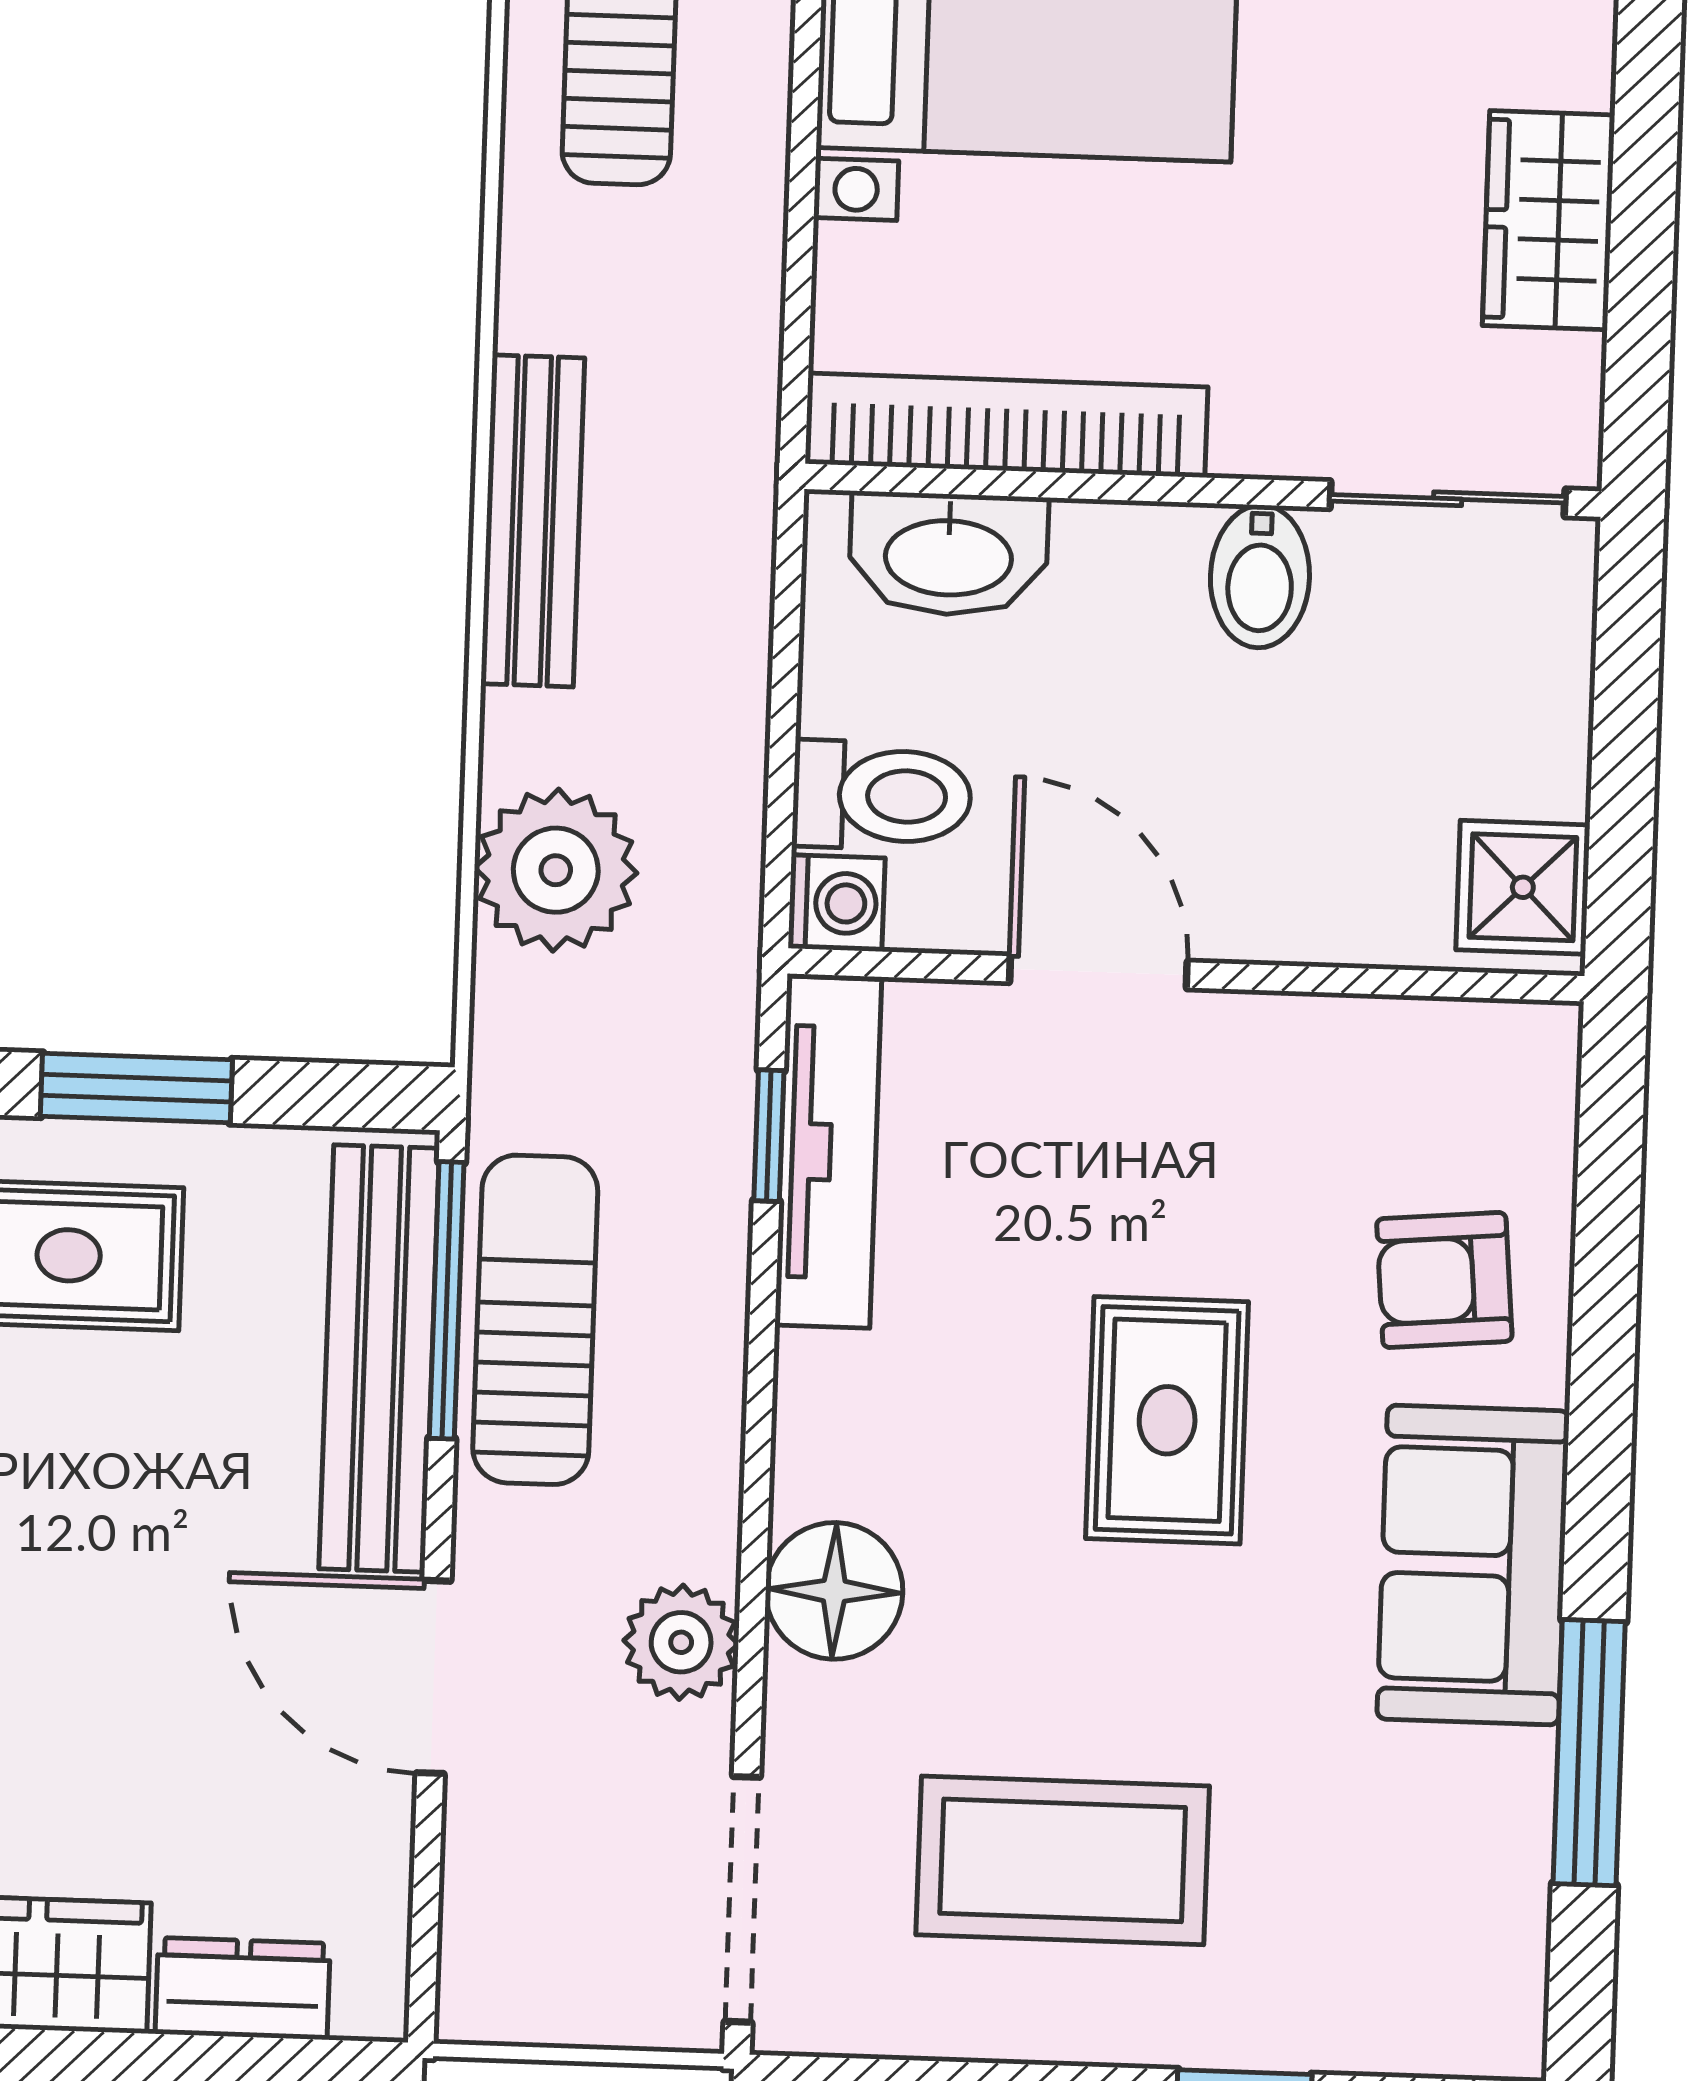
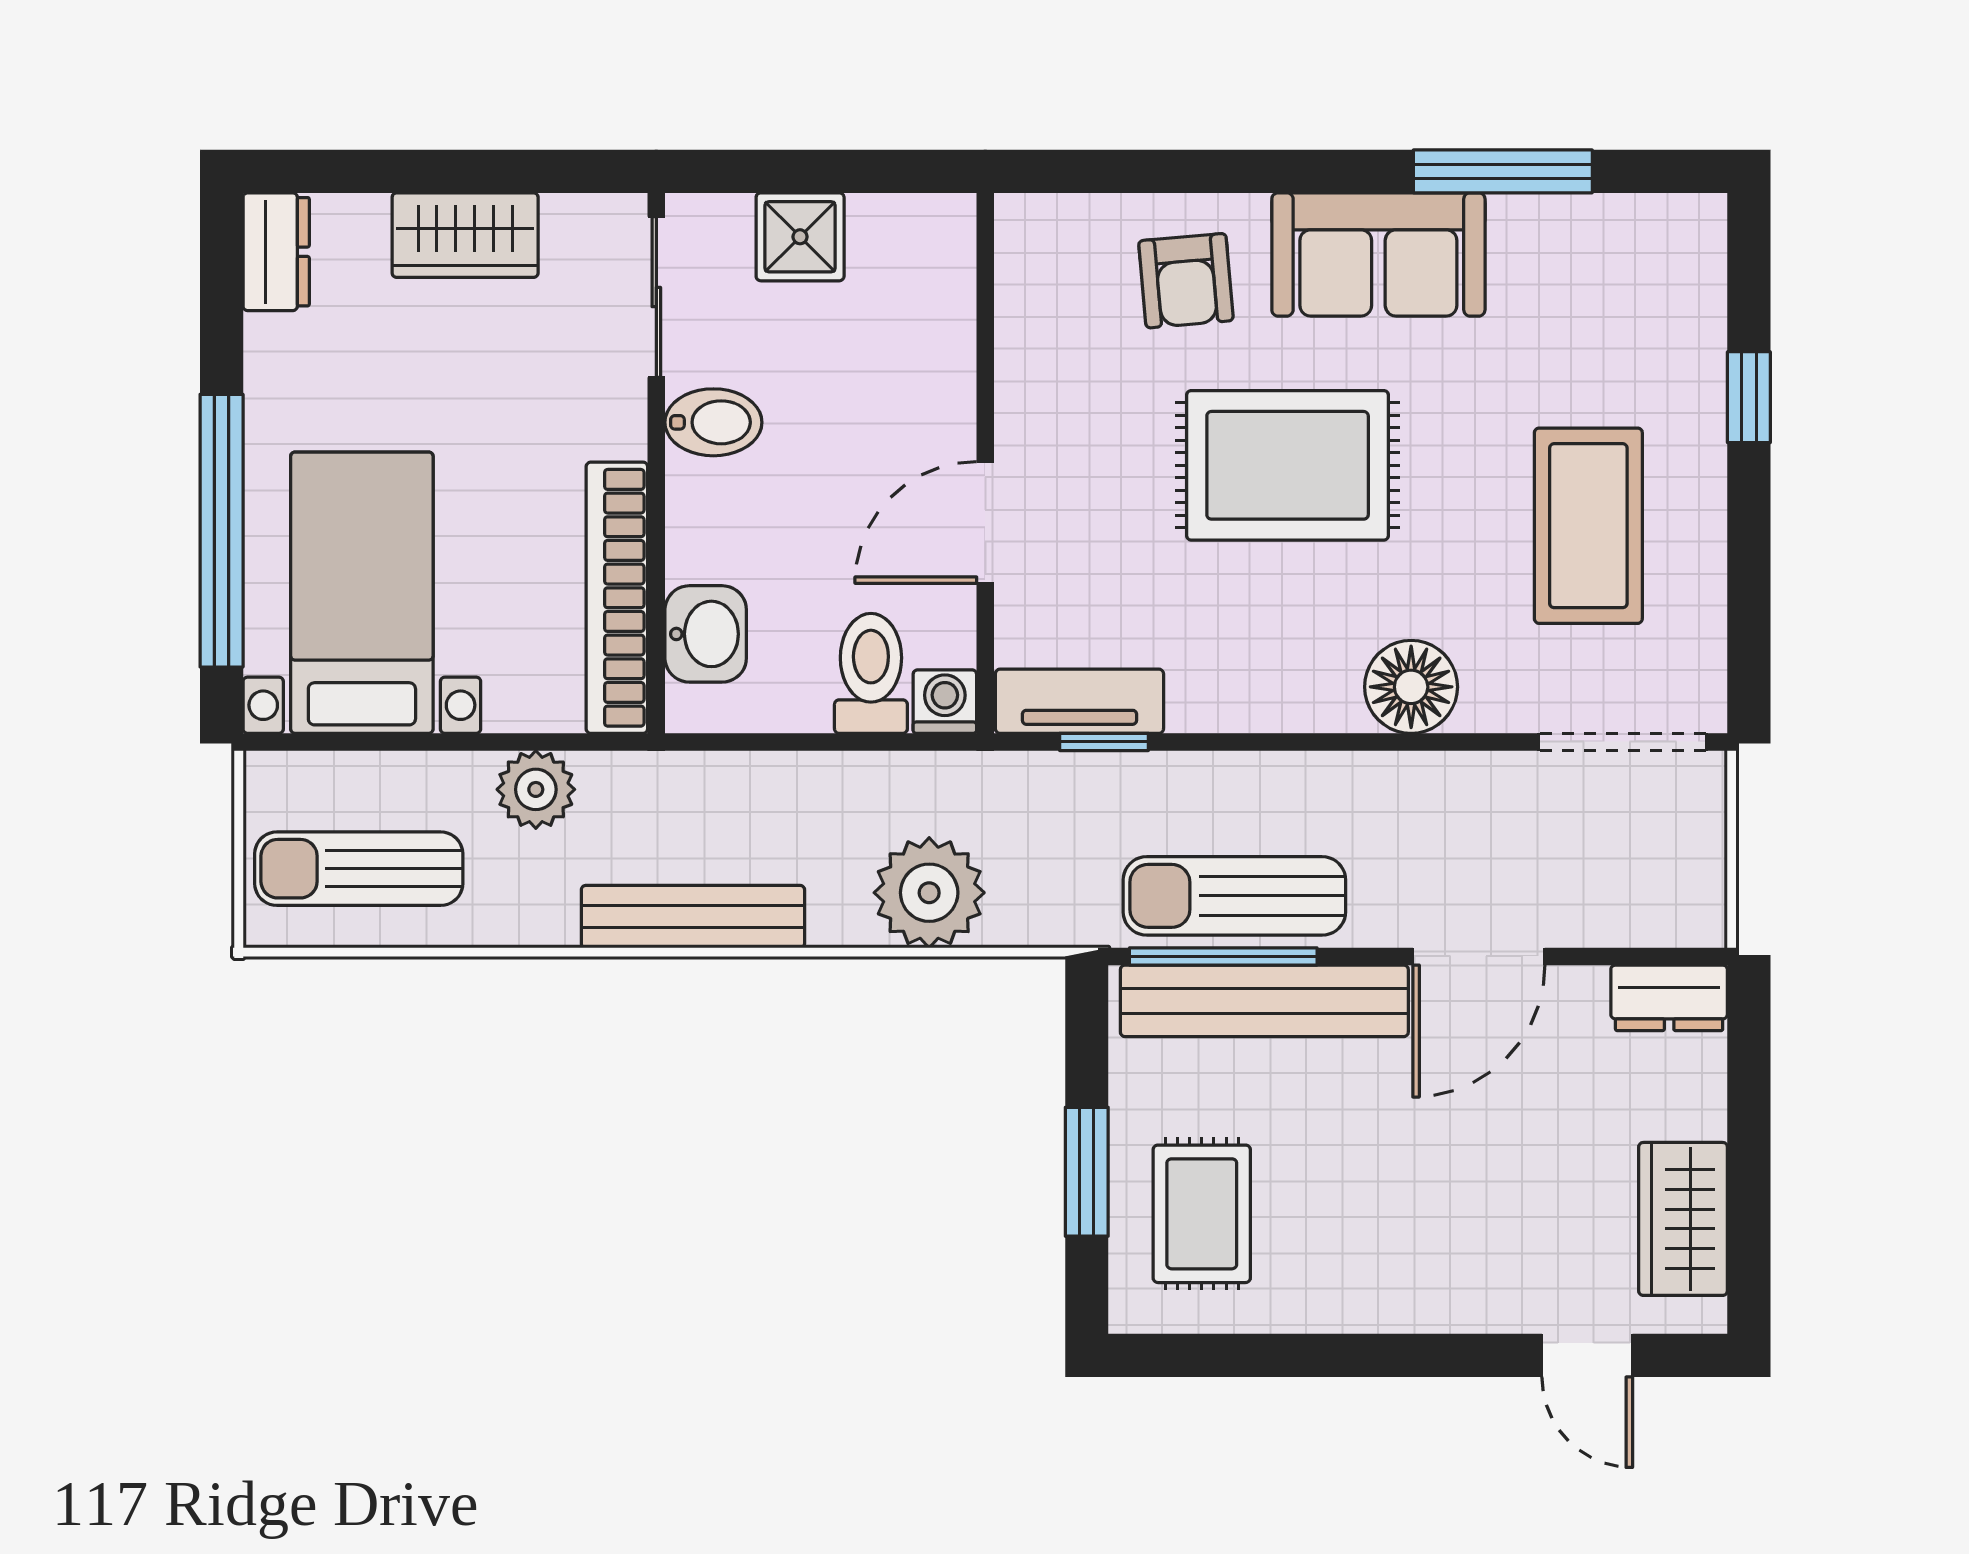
washbasin: (949, 554) -> (706, 634), width x0.72
shower: (1523, 887) -> (800, 237), moved
tv unit: (828, 1152) -> (1079, 701), width x0.71
rug: (1167, 1420) -> (1288, 465), width x1.36, depth x1.43
plant: (681, 1642) -> (536, 789), moved
dresser: (243, 1989) -> (1669, 998), moved, turned -90

